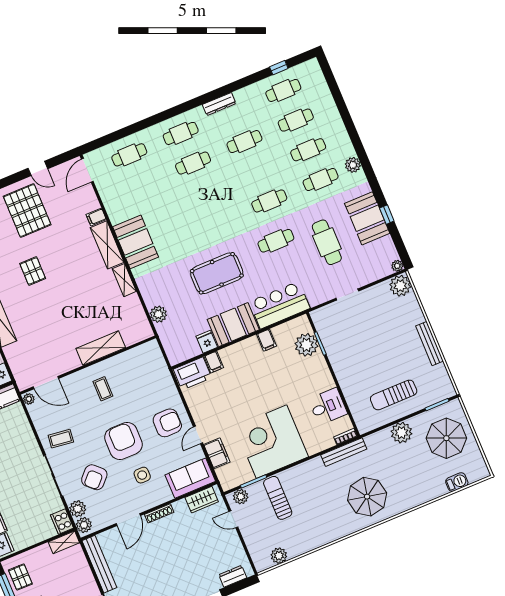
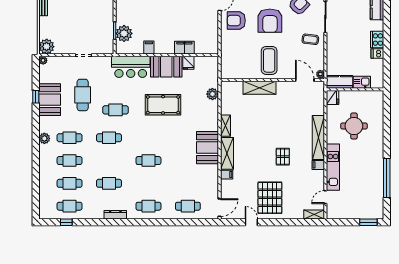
cafe table: (193, 163) -> (148, 161), moved
filing cabinet: (214, 362) -> (184, 48), width x2.00
printer: (192, 373) -> (206, 46), removed
coffee table: (103, 389) -> (269, 60), width x1.86, depth x1.72

